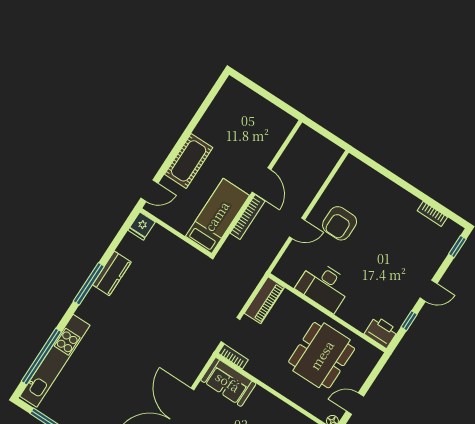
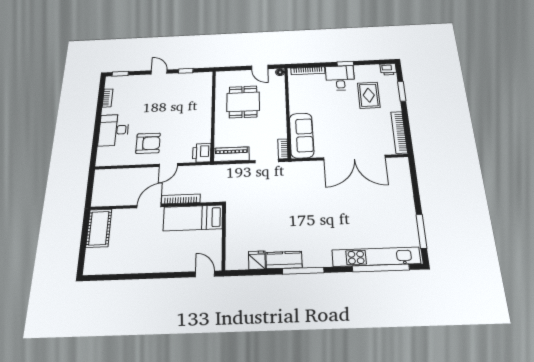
cot: (189, 161) -> (99, 228), moved, turned 90
fridge: (142, 226) -> (257, 260), moved, turned -90
door: (297, 228) -> (168, 165), swing flipped
desk: (324, 286) -> (114, 130), moved, turned 180
printer: (381, 332) -> (202, 153), moved
dining table: (322, 355) -> (243, 102), width x0.73
sofa: (228, 382) -> (302, 135), width x1.36

